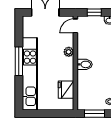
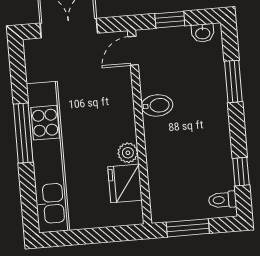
plant: (69, 52) -> (128, 153), moved
bidet: (85, 64) -> (157, 105), moved

